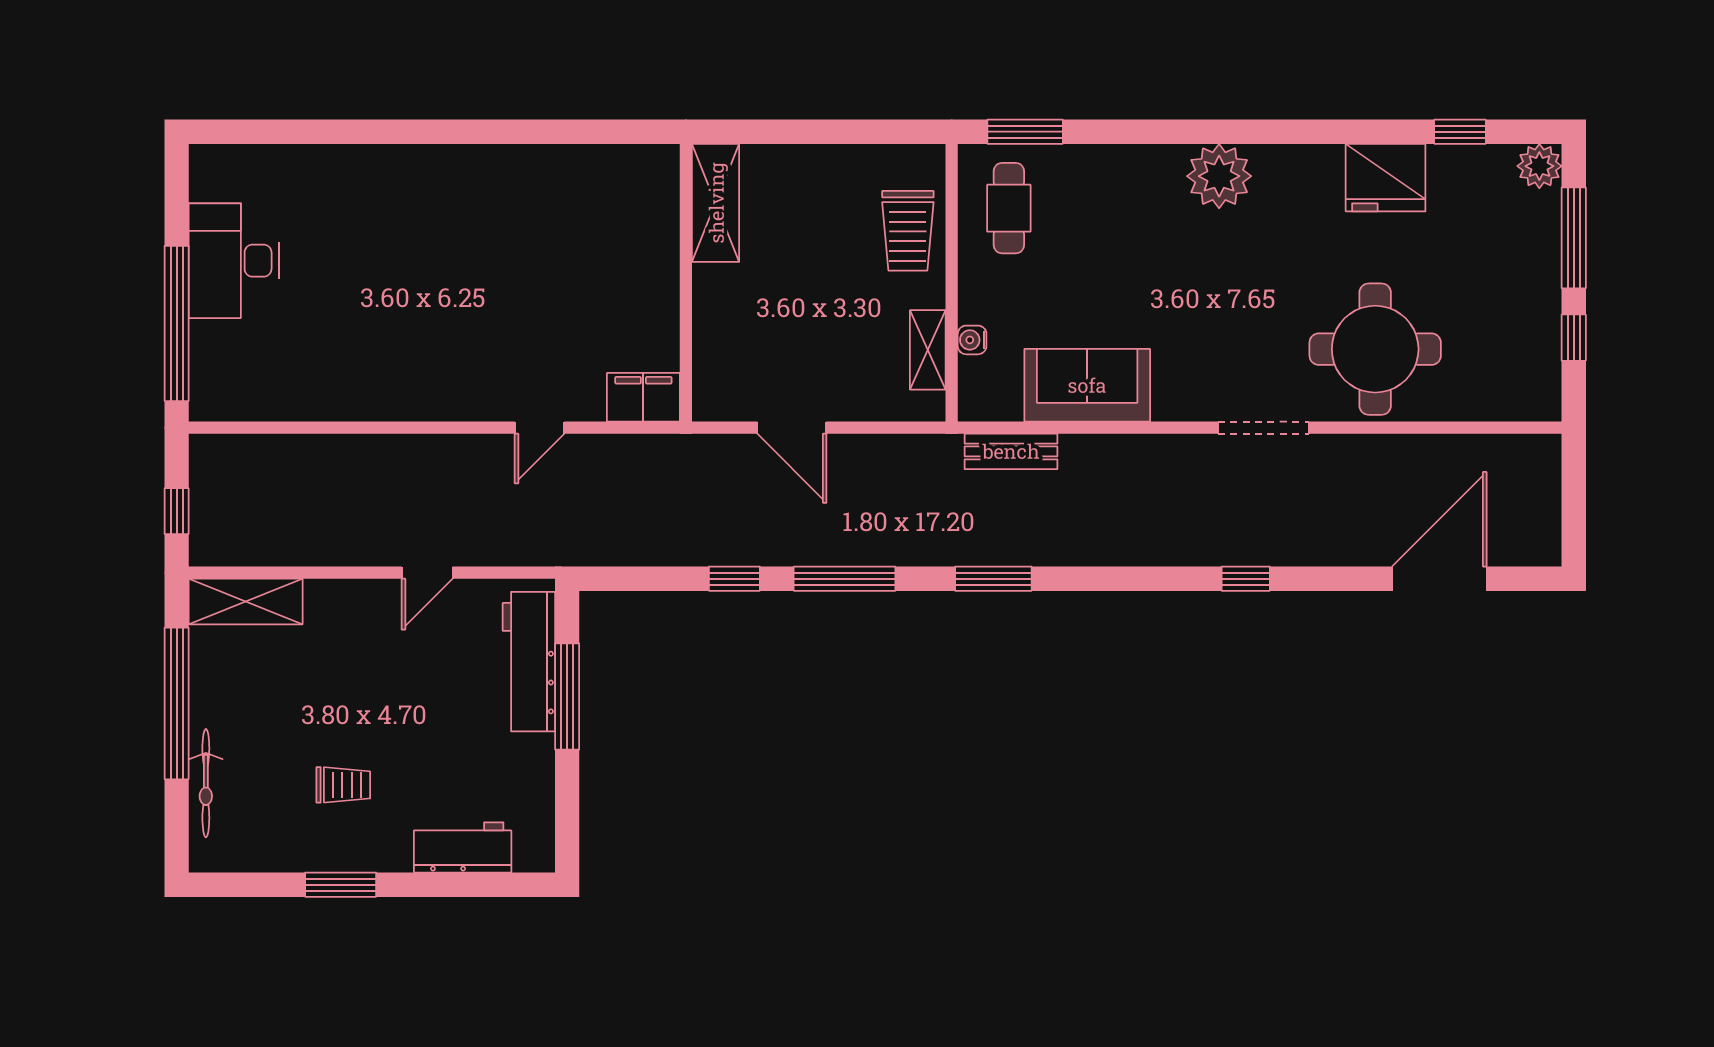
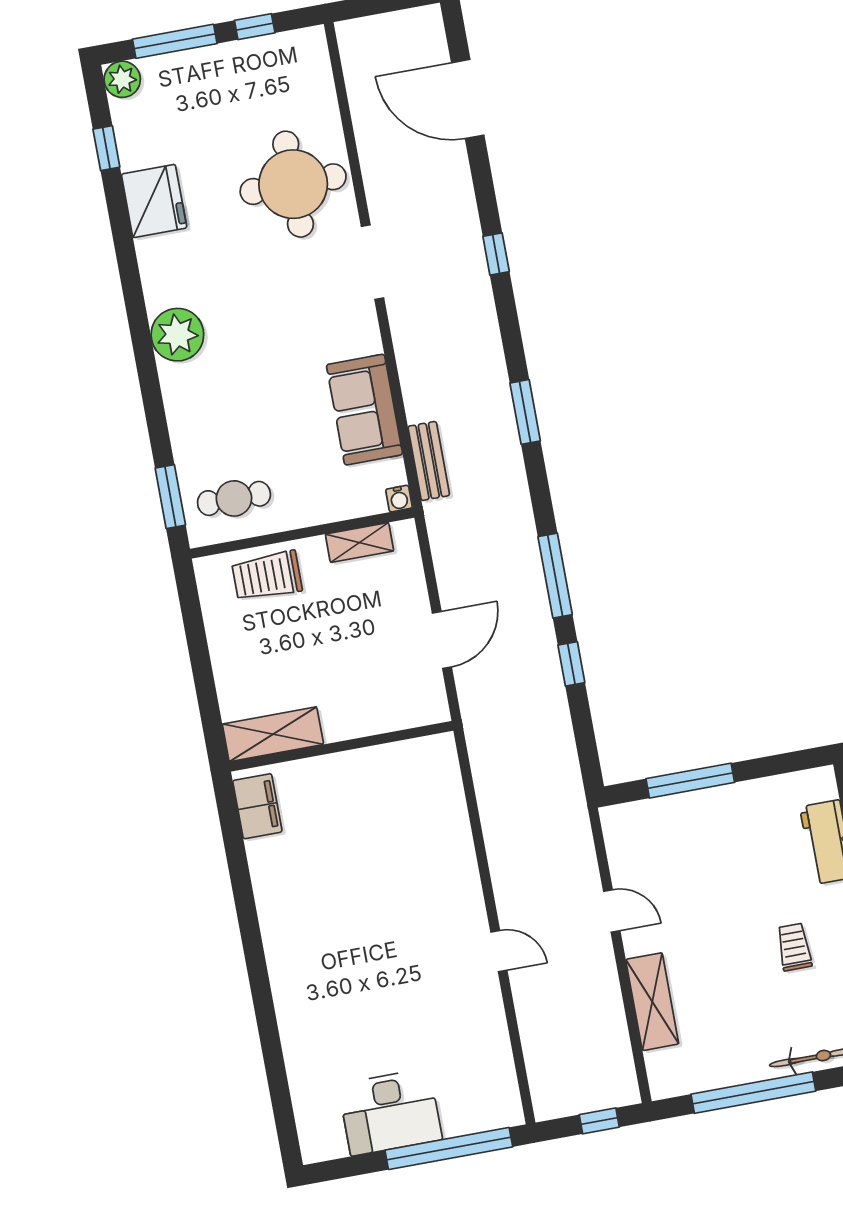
trolley: (908, 231) -> (267, 576), turned 180
water cooler: (972, 340) -> (399, 499), moved
filing cabinet: (643, 397) -> (257, 806), moved, turned 180
door: (540, 428) -> (499, 951), moved
window: (993, 579) -> (525, 412), moved
shelving: (246, 601) -> (652, 1002), moved
workbench: (529, 662) -> (668, 816), removed

